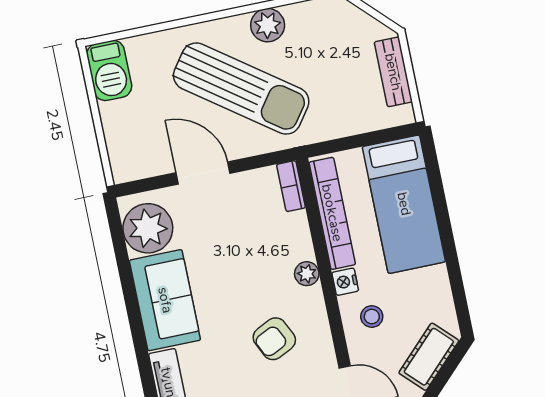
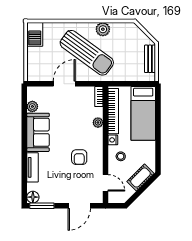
door: (203, 173) -> (64, 84), hinge flipped
plant: (148, 228) -> (32, 106), width x0.53, depth x0.53
plant: (307, 274) -> (98, 123), moved
armchair: (274, 339) -> (79, 157), turned -64

